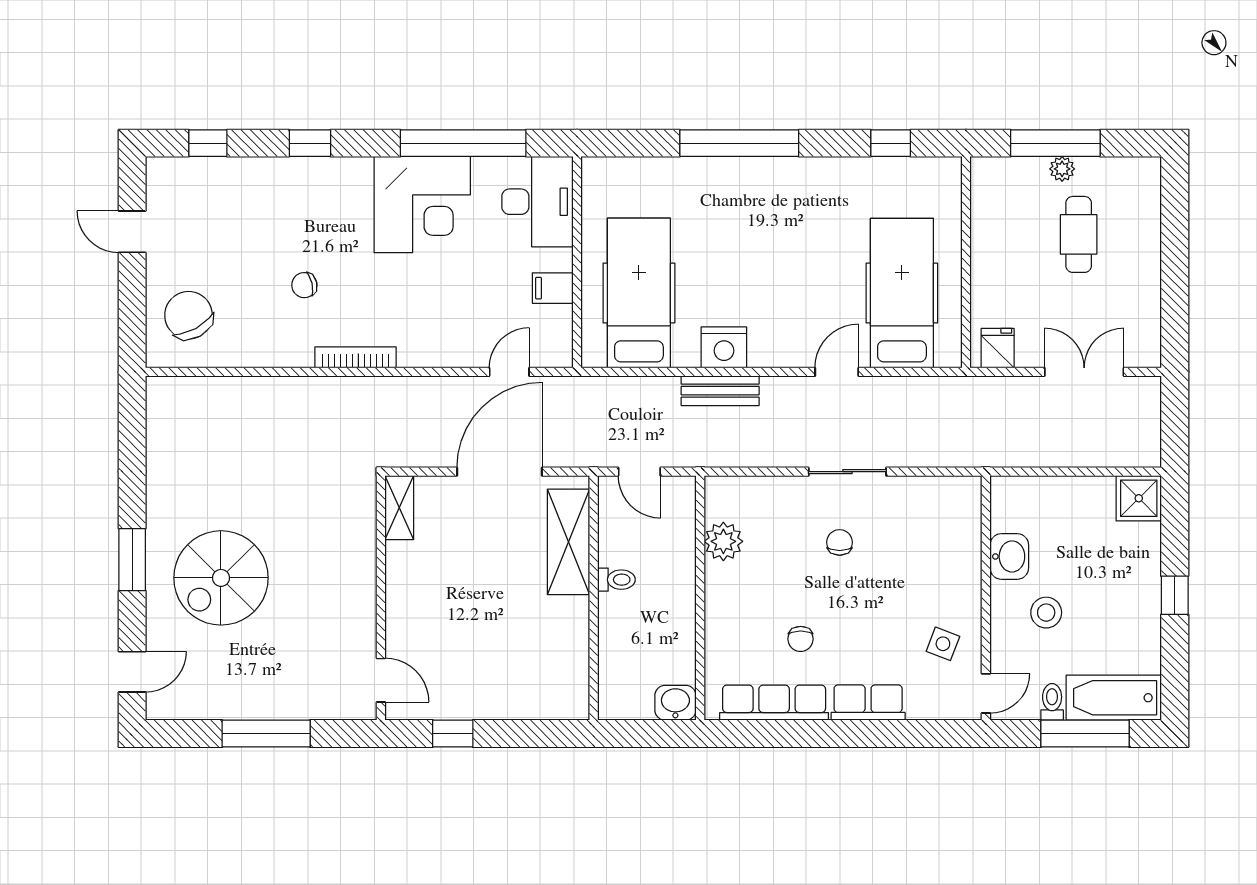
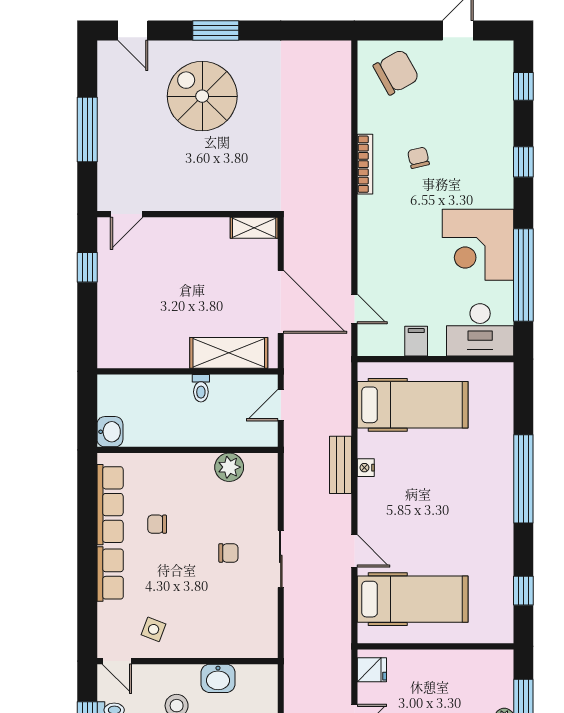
nightstand: (724, 347) -> (366, 468), width x0.53, depth x0.56
bookcase: (355, 357) -> (365, 164), moved

